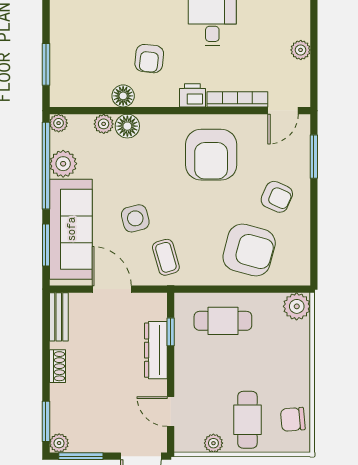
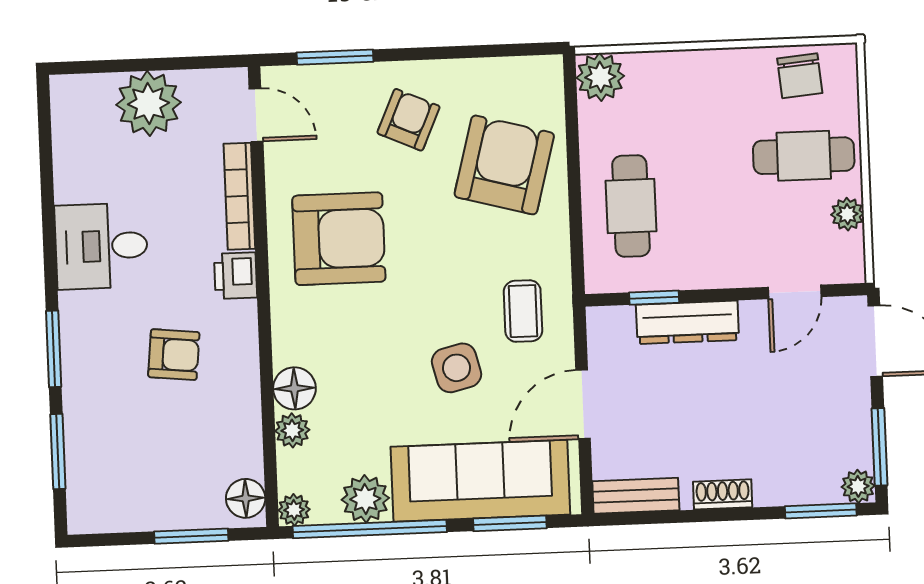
plant: (301, 50) -> (148, 104), width x1.88, depth x1.88
floor lamp: (123, 96) -> (246, 498), moved
coffee table: (166, 257) -> (523, 311), turned -74

